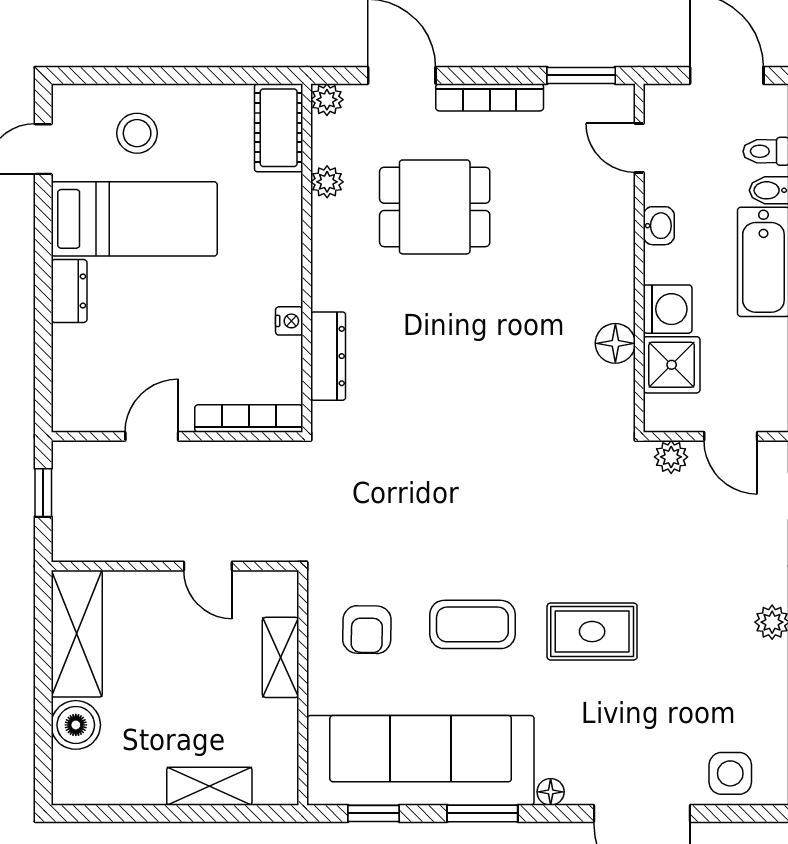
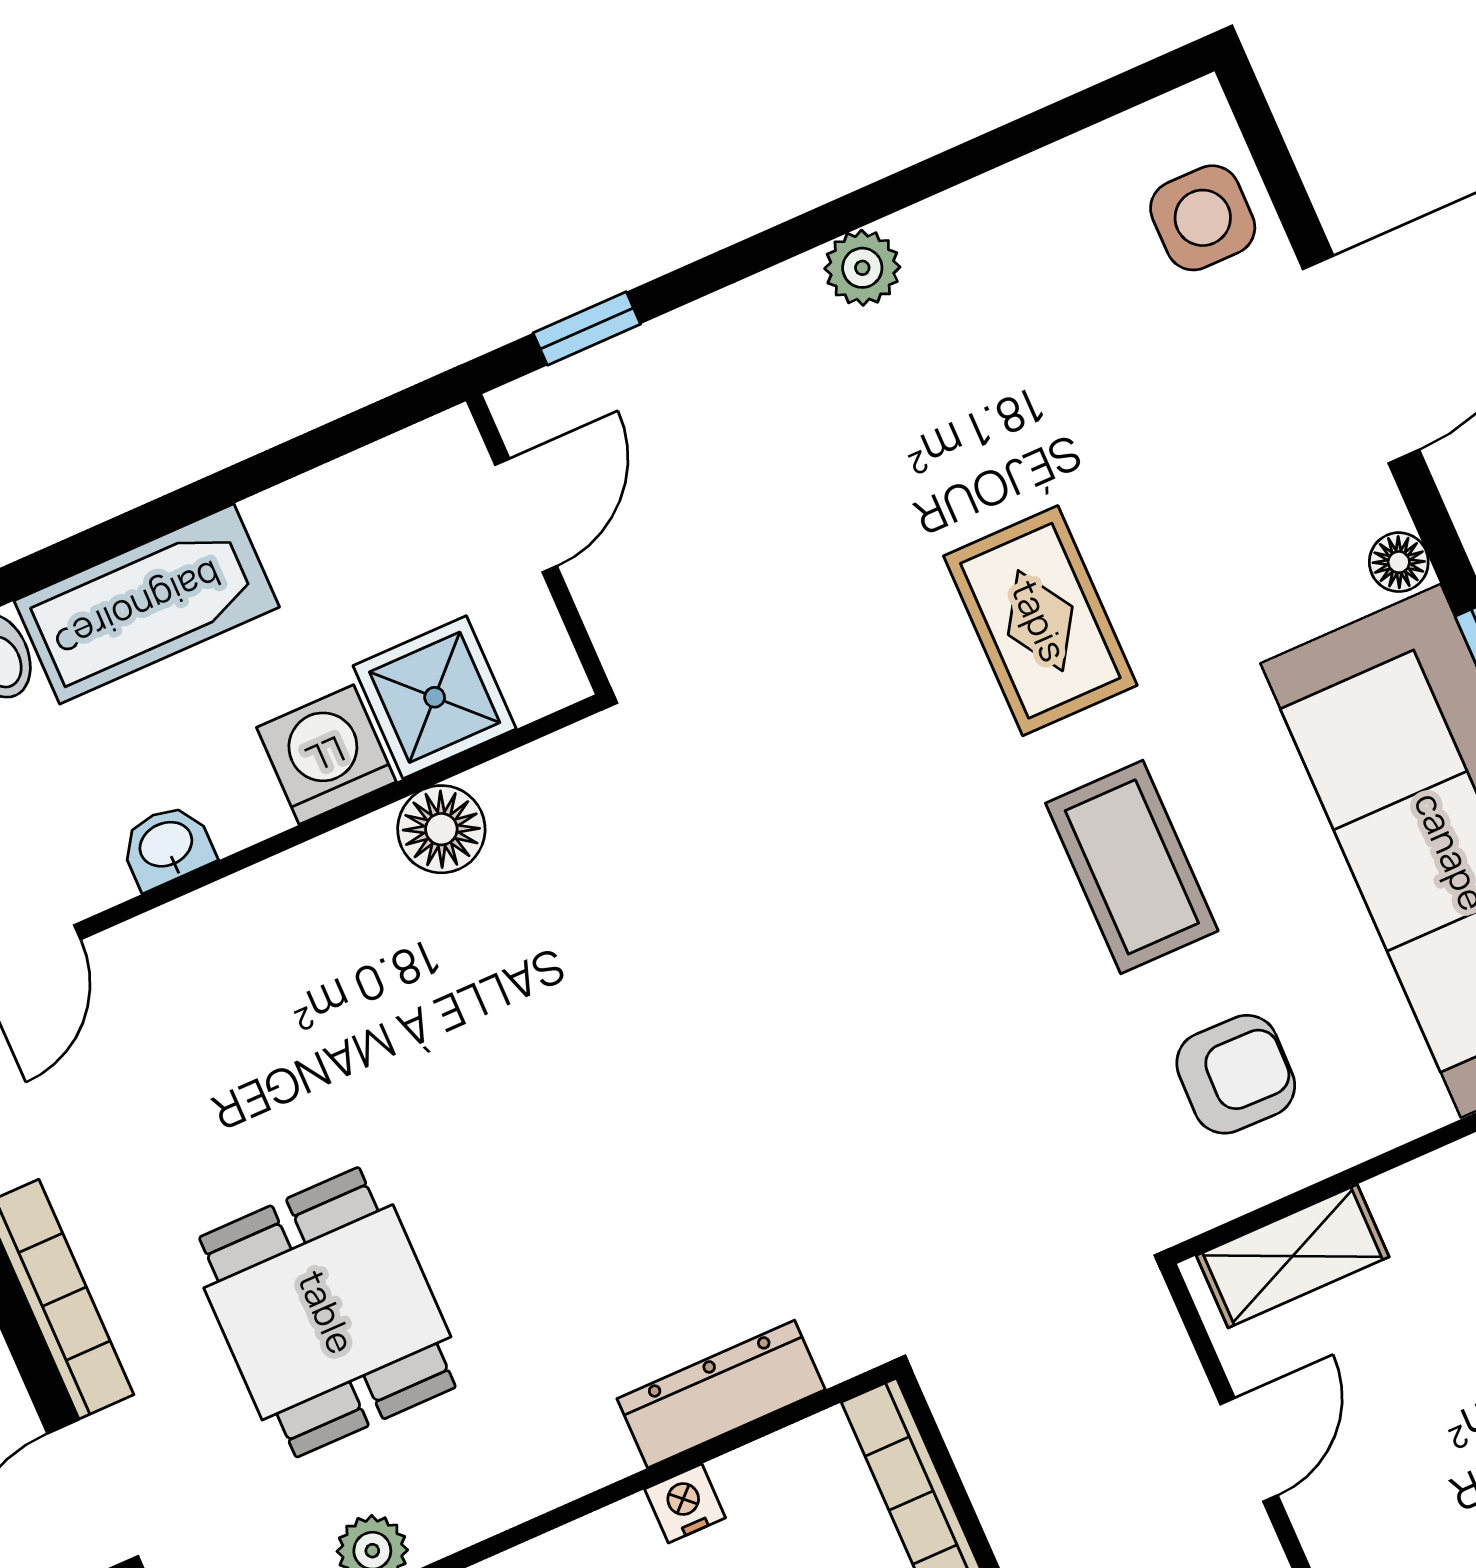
plant: (671, 457) -> (620, 617), removed
shelving: (281, 657) -> (1293, 1256), moved

